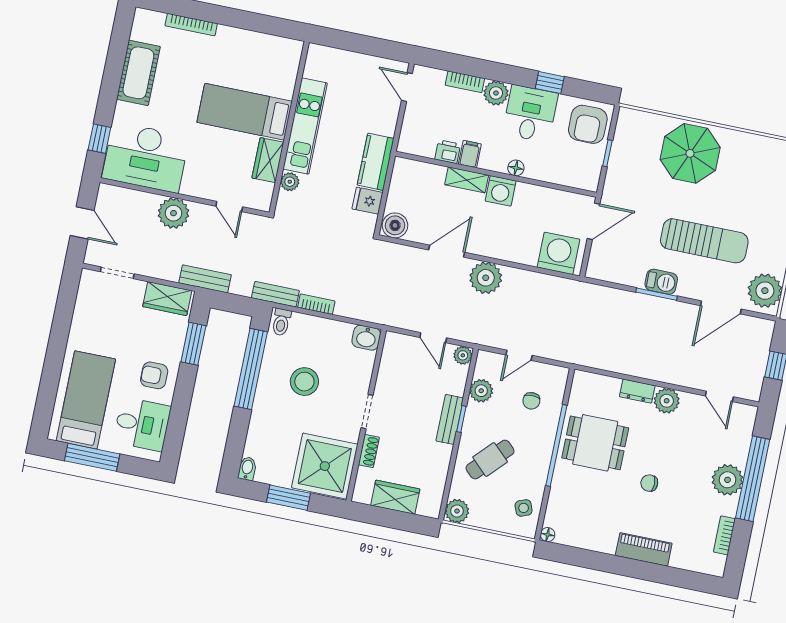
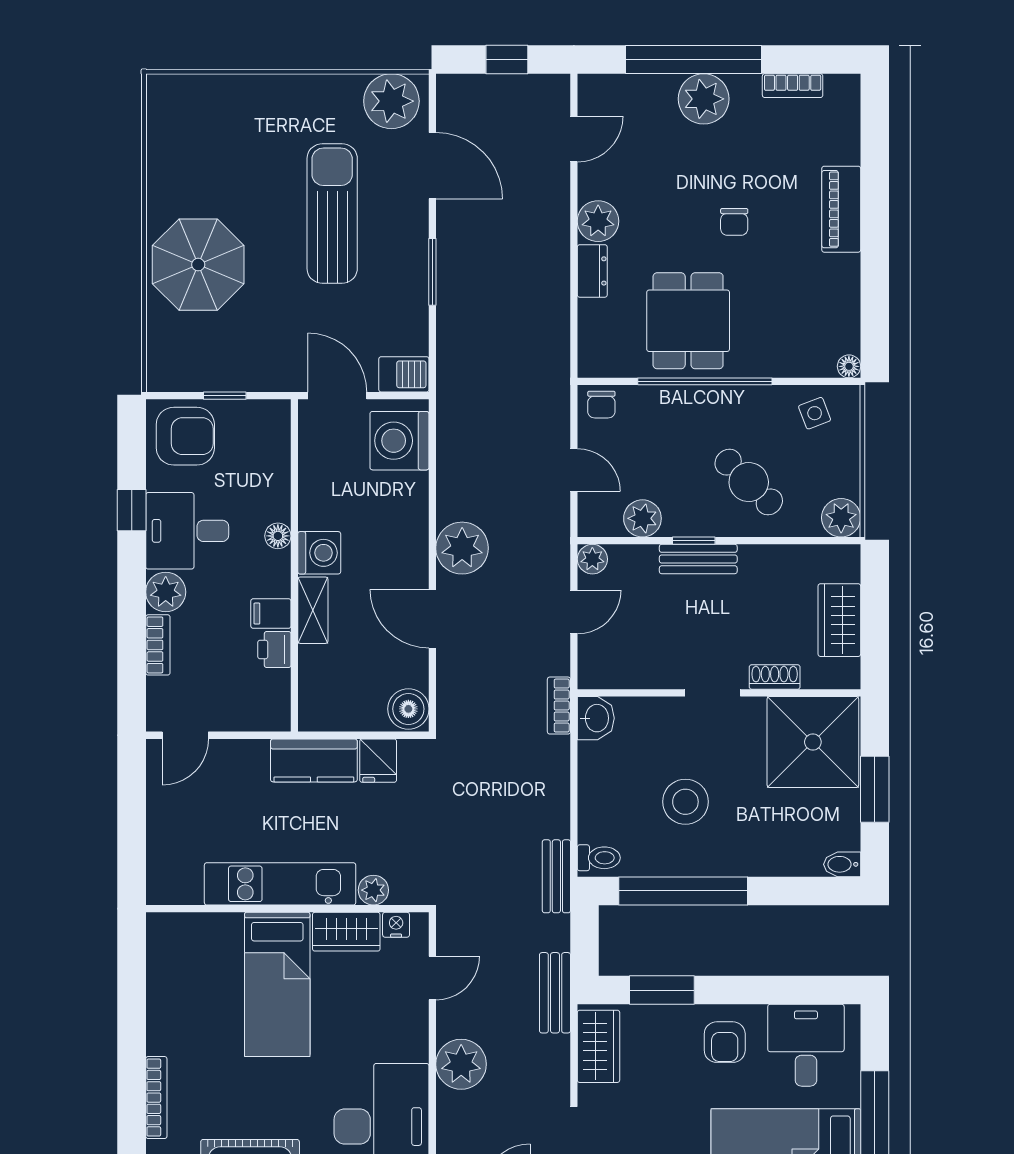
nightstand: (266, 191) -> (396, 925), added
barbecue: (661, 282) -> (404, 374), moved, turned 90
bookcase: (316, 304) -> (559, 706), moved
chair: (531, 401) -> (601, 405), moved, turned 90

